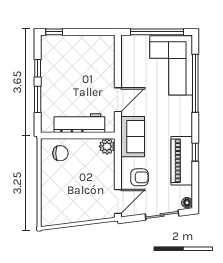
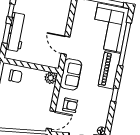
door: (118, 100) -> (65, 45), swing flipped
workbench: (79, 123) -> (16, 32), moved, turned 90
piano: (182, 161) -> (109, 70), moved

